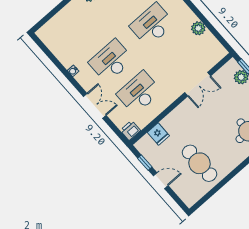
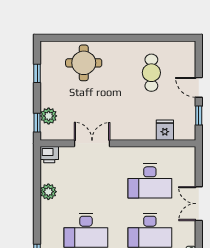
printer: (130, 130) -> (49, 155), moved
cafe table: (200, 163) -> (151, 73), width x0.73, depth x0.74

